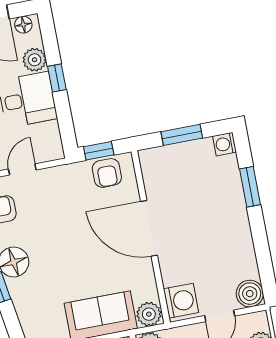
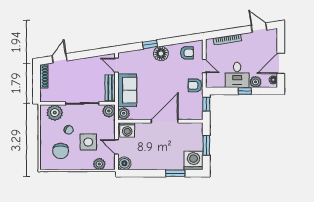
washing machine: (225, 144) -> (194, 160), width x1.89, depth x1.89
armchair: (107, 173) -> (195, 85), moved

